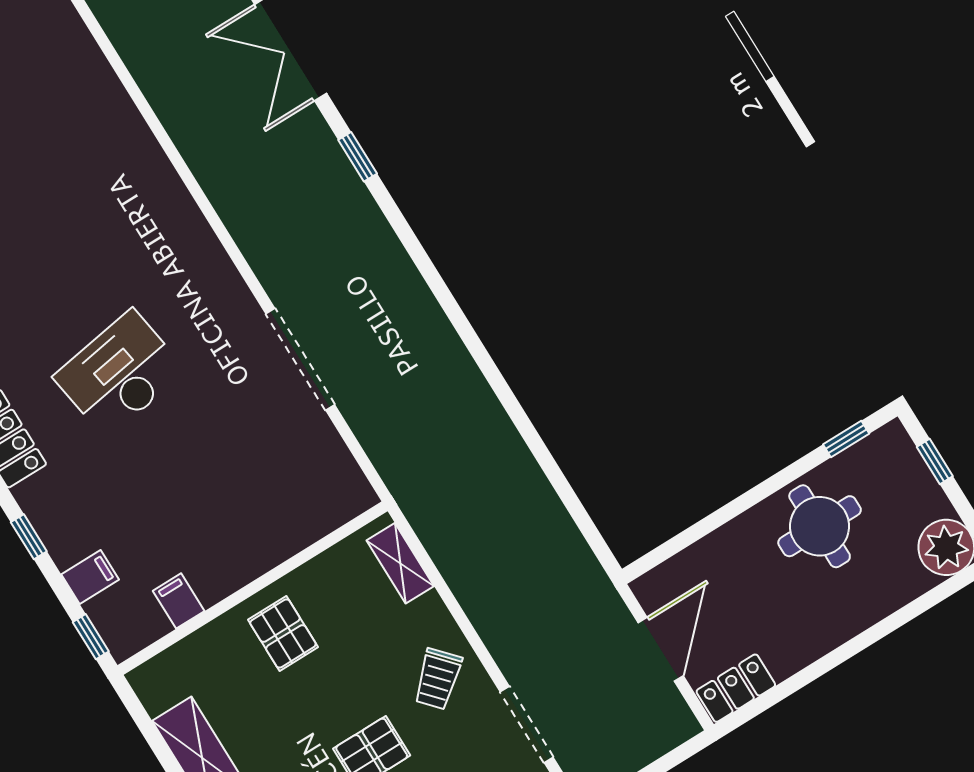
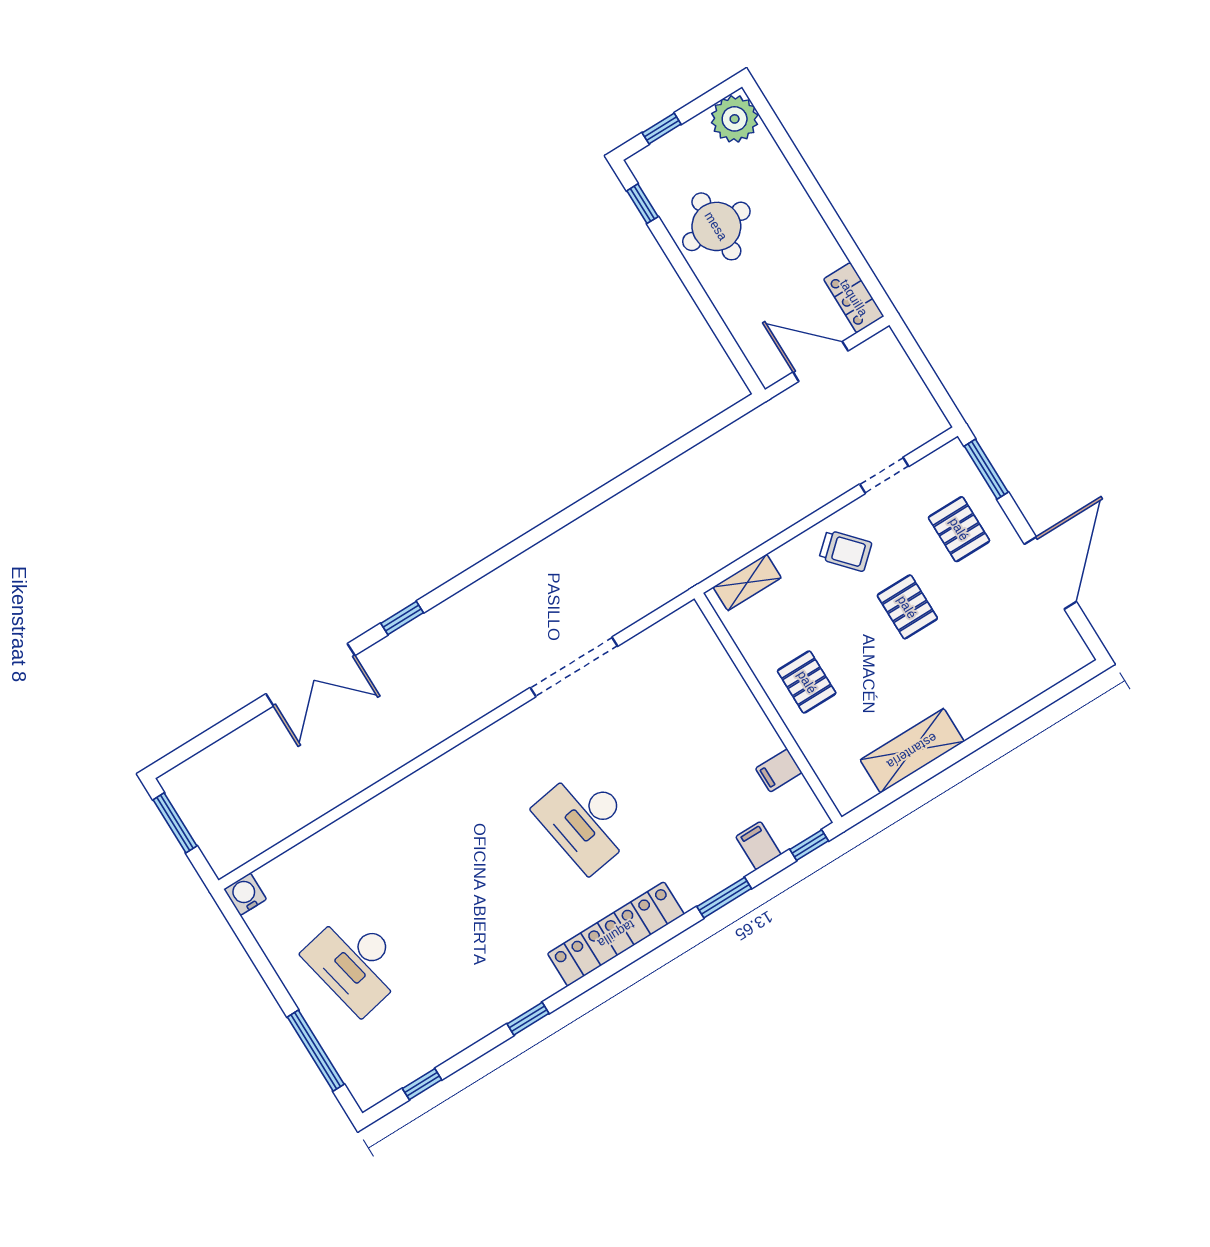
window: (29, 537) -> (724, 898), width x1.50
pallet: (283, 633) -> (807, 682), turned 90
doorway: (527, 724) -> (884, 475), width x0.73

